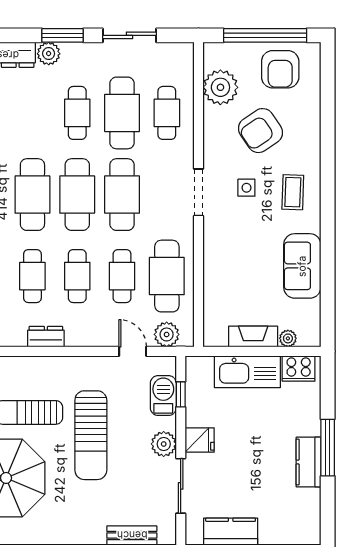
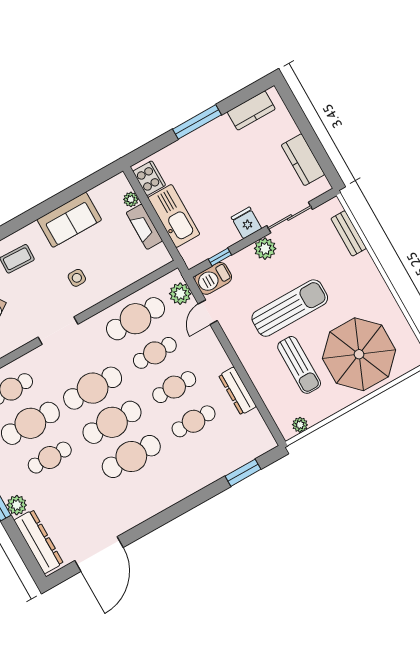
side table: (246, 188) -> (77, 278), moved
dresser: (46, 337) -> (237, 391), width x1.44
barbecue: (163, 396) -> (213, 278), moved
kitchen counter: (309, 462) -> (251, 110), moved

